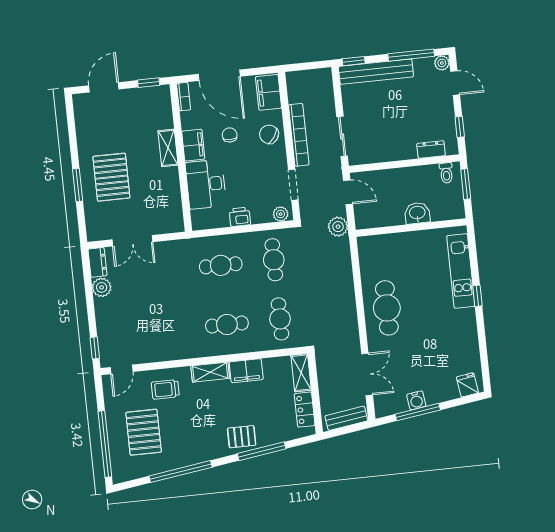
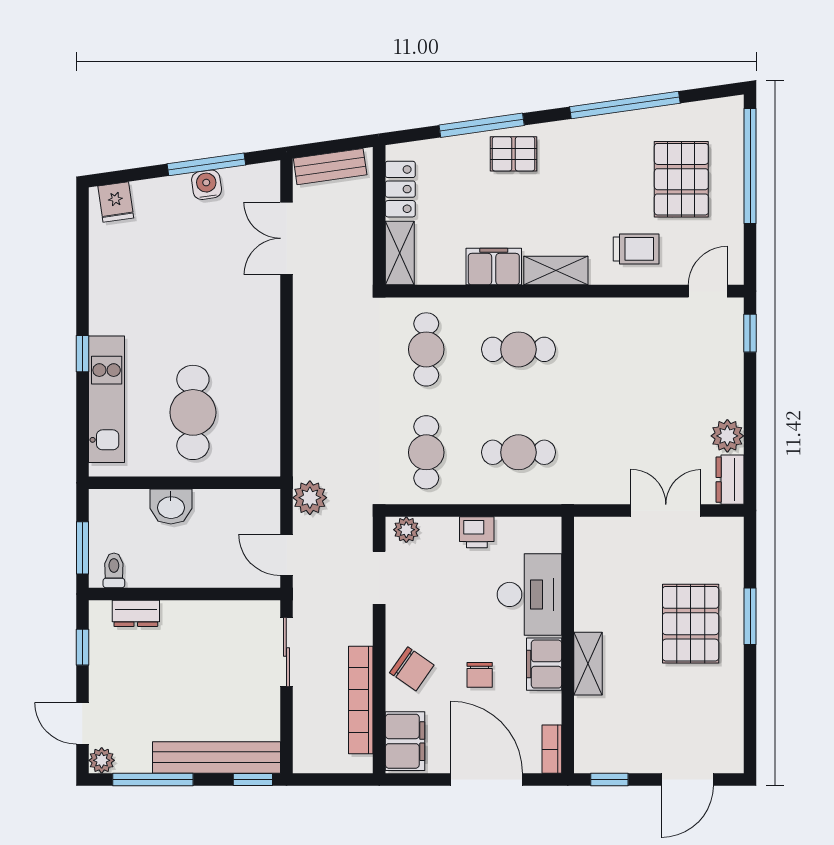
bookcase: (299, 135) -> (361, 700), moved
cafe table: (387, 308) -> (193, 412), moved

